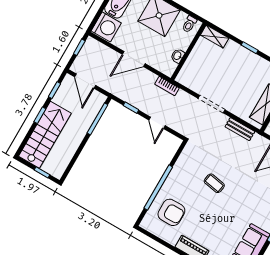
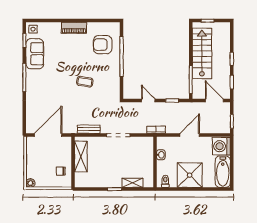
shelving: (215, 37) -> (133, 183), moved
stairs: (45, 135) -> (202, 53), moved, turned 180

